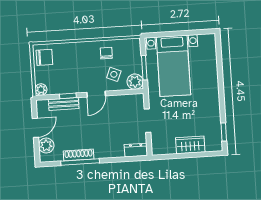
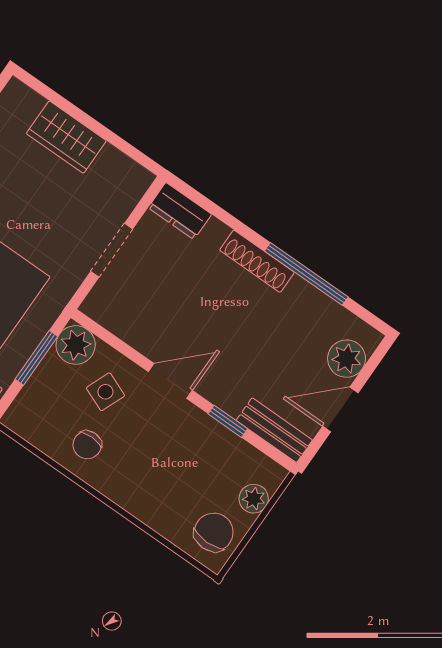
chair: (44, 57) -> (214, 532), turned 90
plant: (41, 90) -> (254, 499), moved
bench: (64, 104) -> (274, 430), moved
shoe rack: (79, 155) -> (257, 261), moved

